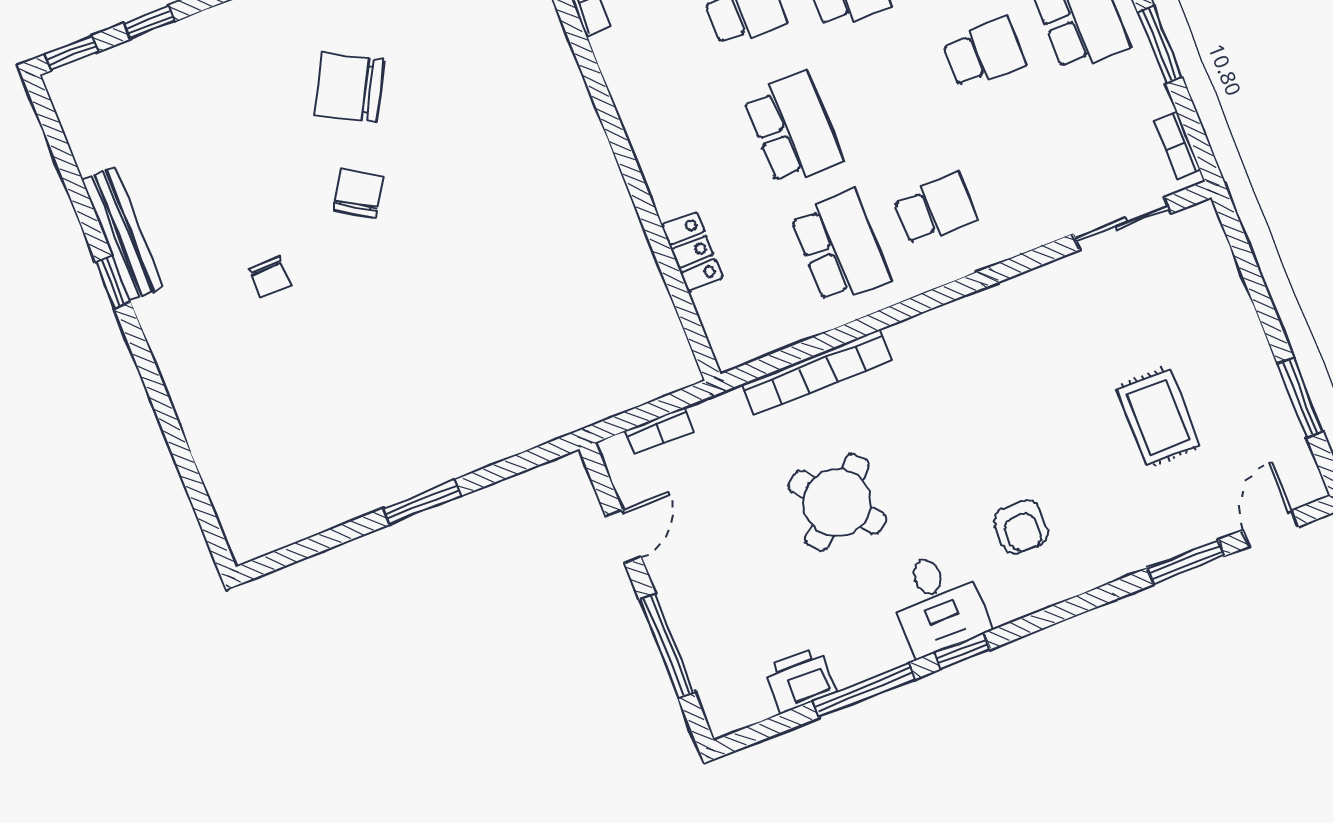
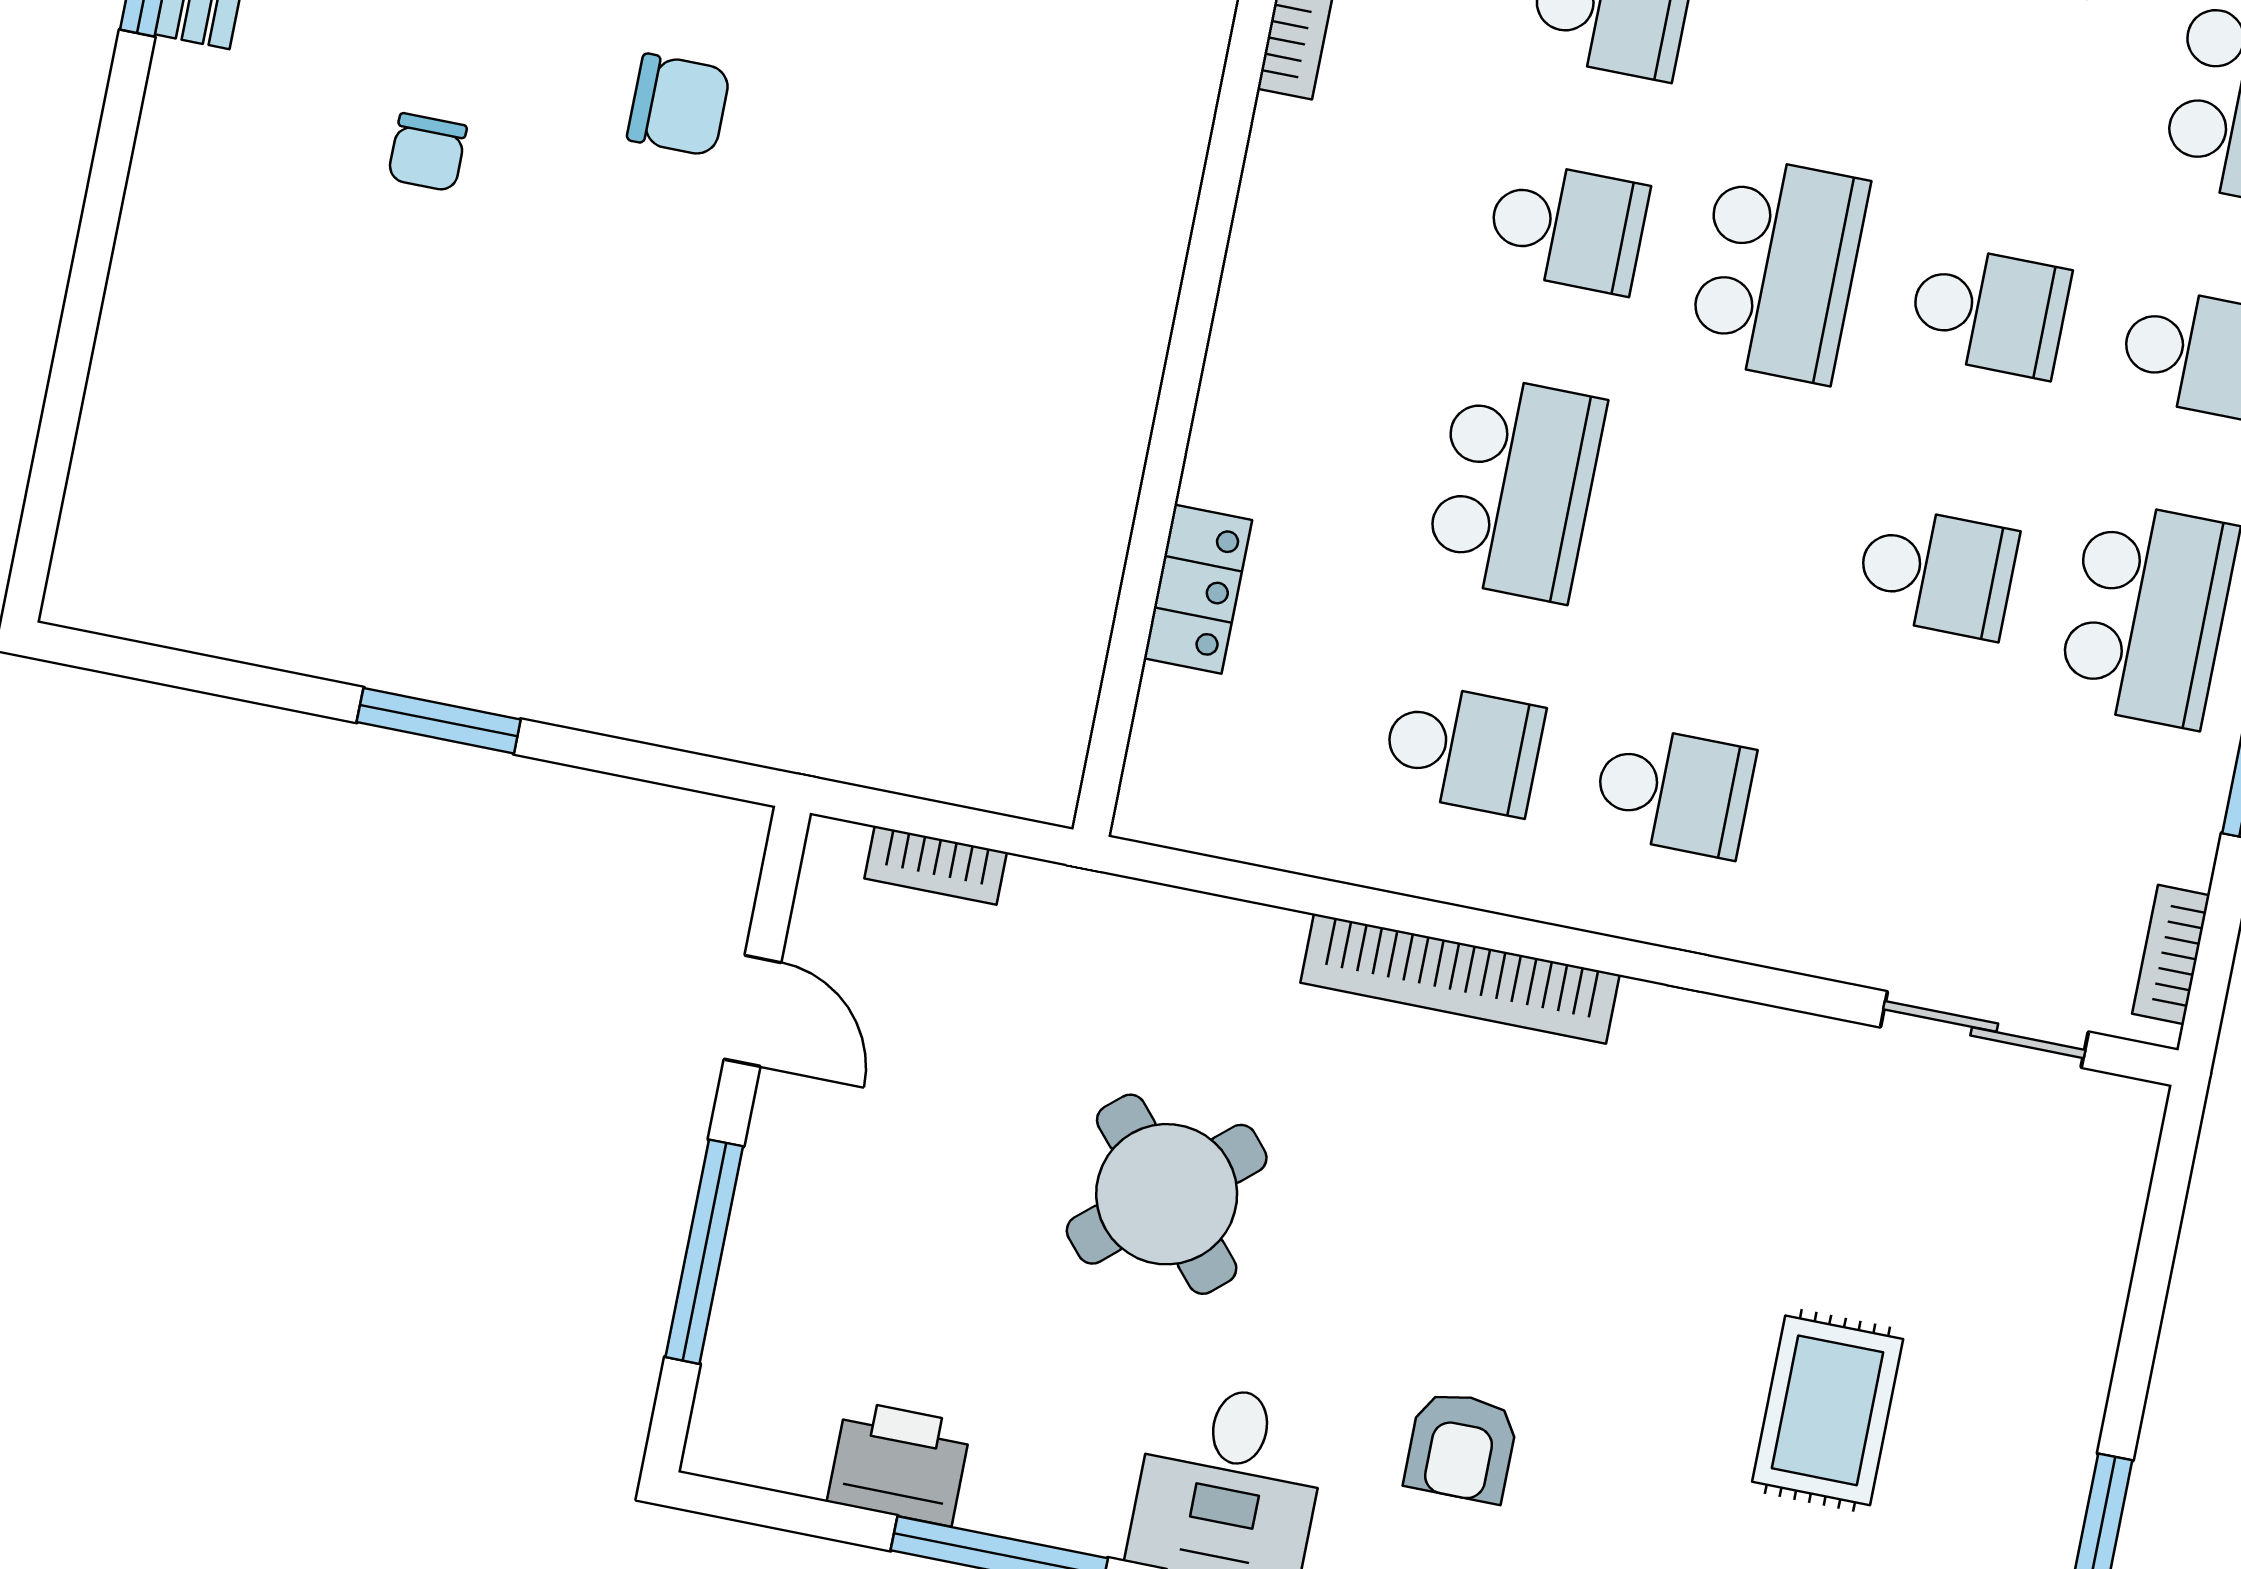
chair: (358, 193) -> (679, 105), turned 57
school desk: (840, 247) -> (1463, 749), width x0.54
bookcase: (817, 372) -> (1460, 979), moved
door: (623, 537) -> (752, 1011), hinge flipped

